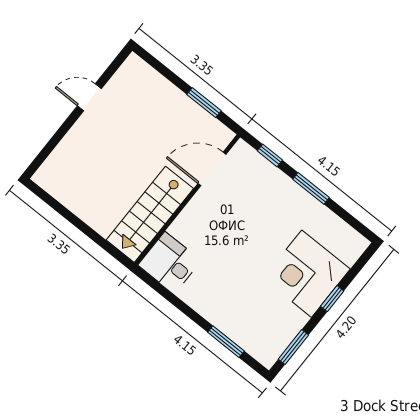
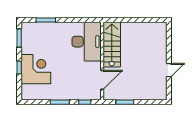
desk: (170, 263) -> (87, 42), width x1.87, depth x1.30

